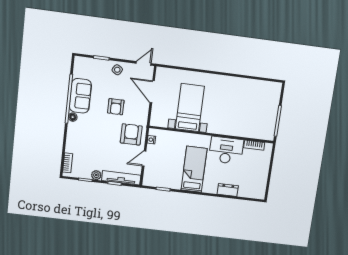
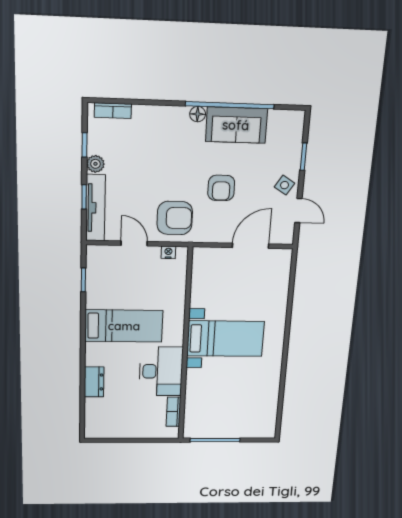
door: (144, 63) -> (298, 211), moved
armchair: (116, 107) -> (221, 188), turned -90
bed with nightstands: (190, 108) -> (225, 339), moved

